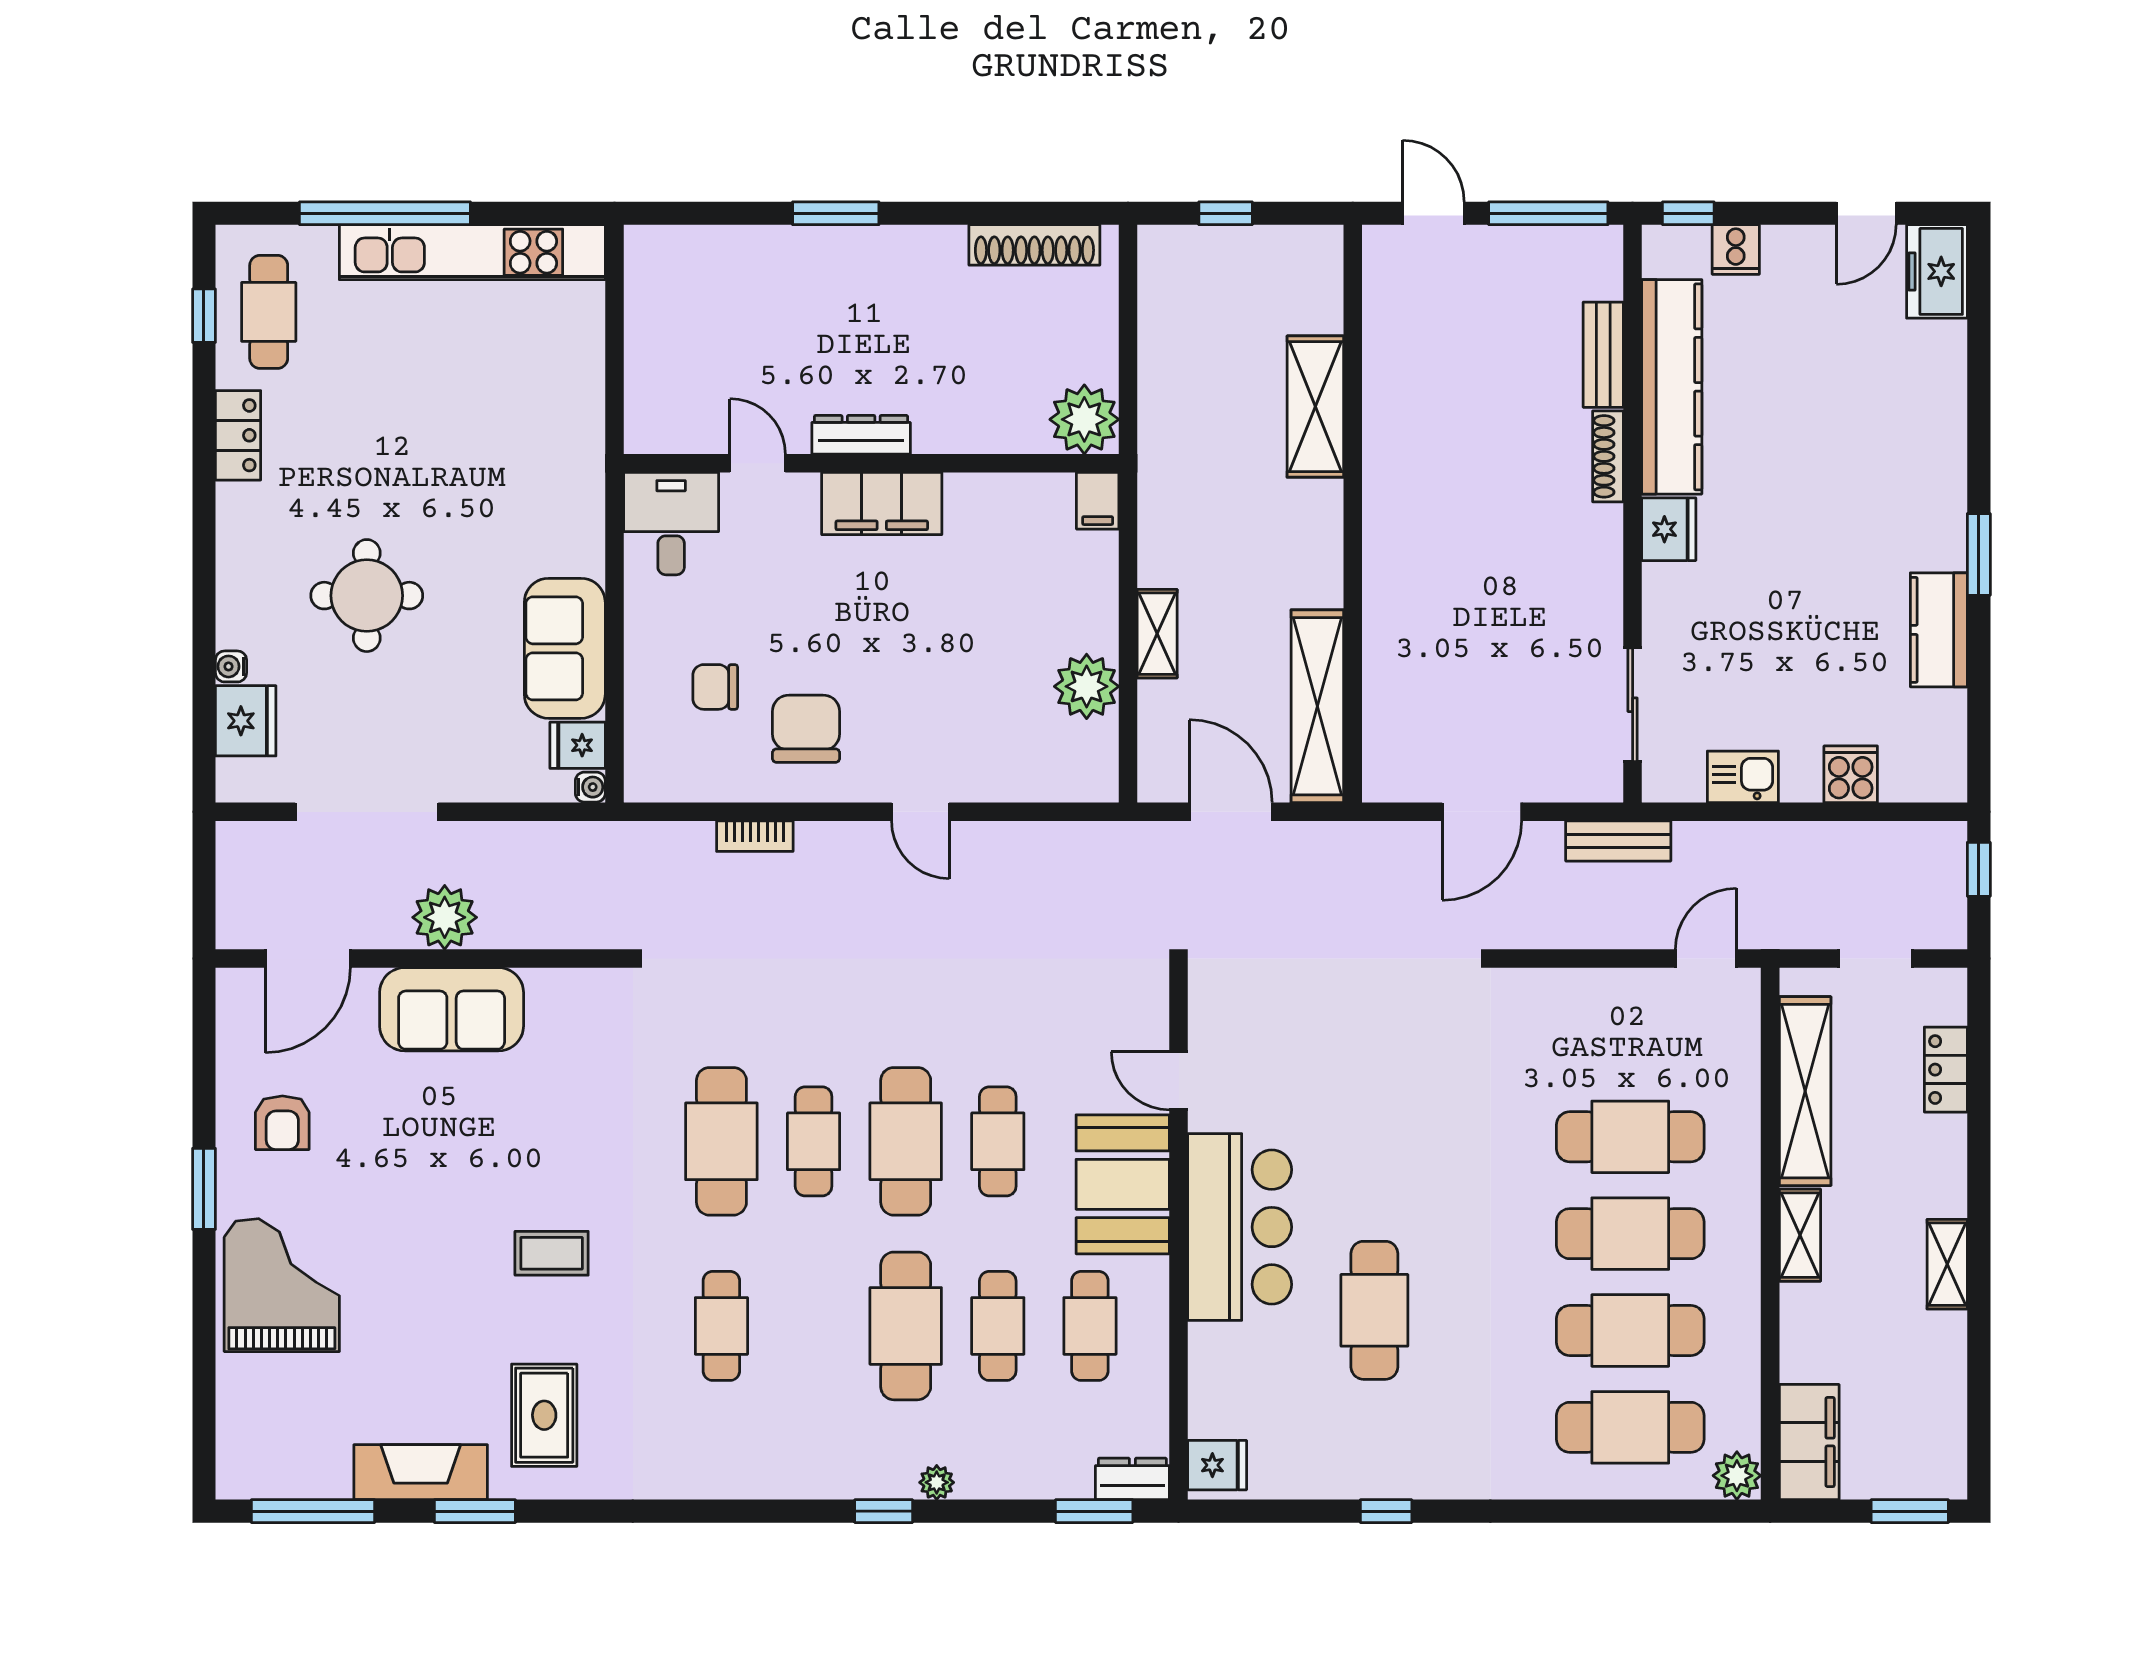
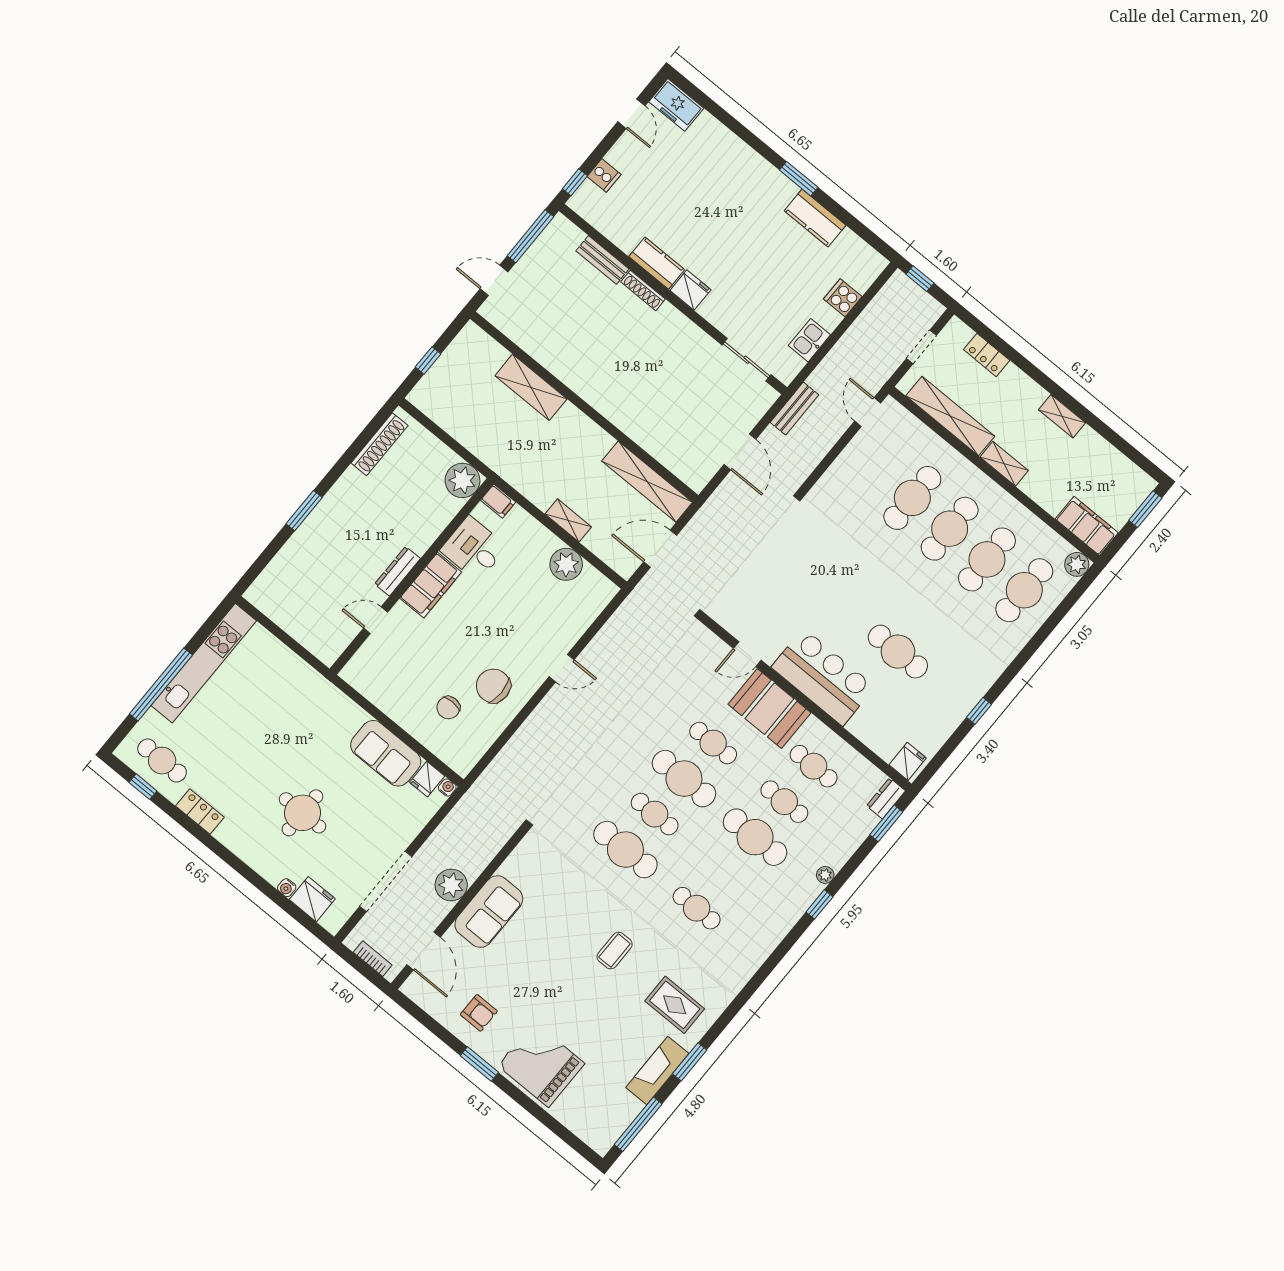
kitchen counter: (1672, 387) -> (657, 263), width x0.48, depth x0.86
desk: (671, 524) -> (474, 549), moved
bookcase: (755, 836) -> (373, 959), moved, turned -90

